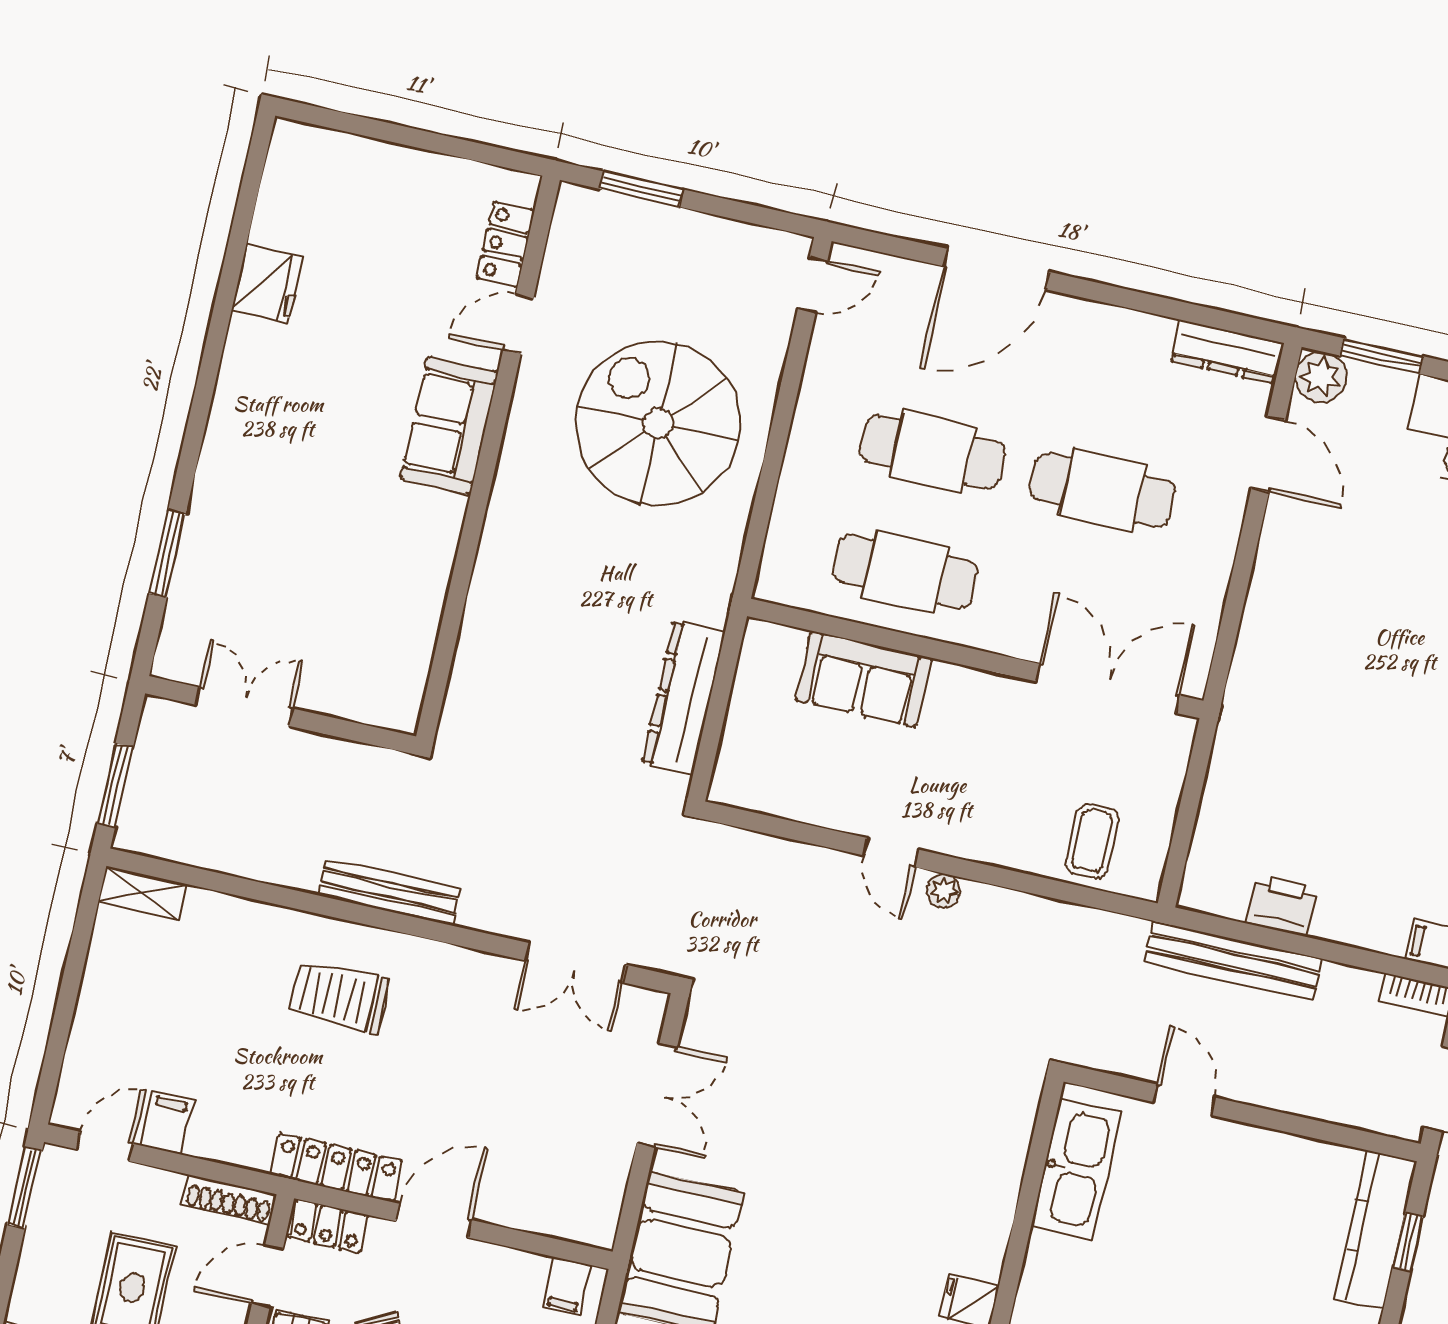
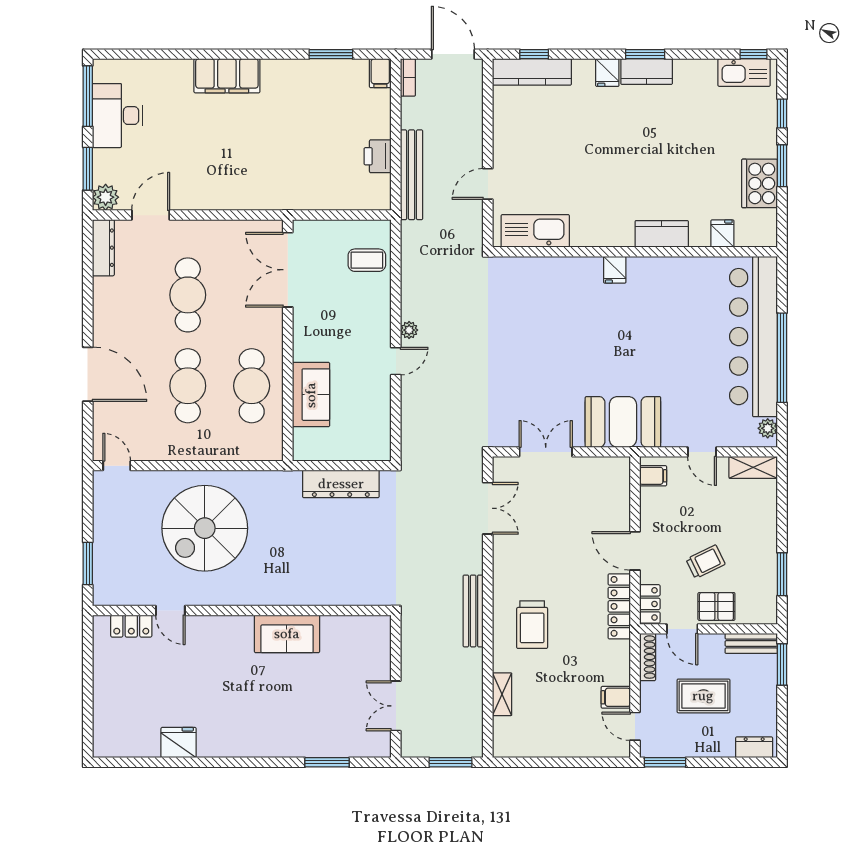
sofa: (449, 426) -> (287, 634), moved
shelving: (142, 893) -> (502, 694), moved

